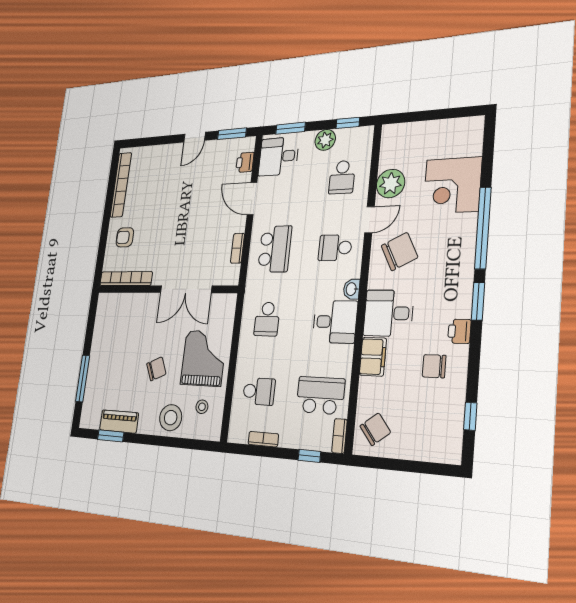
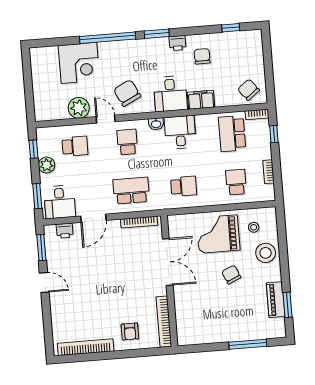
bookcase: (238, 248) -> (139, 222), width x1.56
school desk: (335, 248) -> (127, 142), turned 180
chair: (434, 366) -> (202, 56), turned 180

